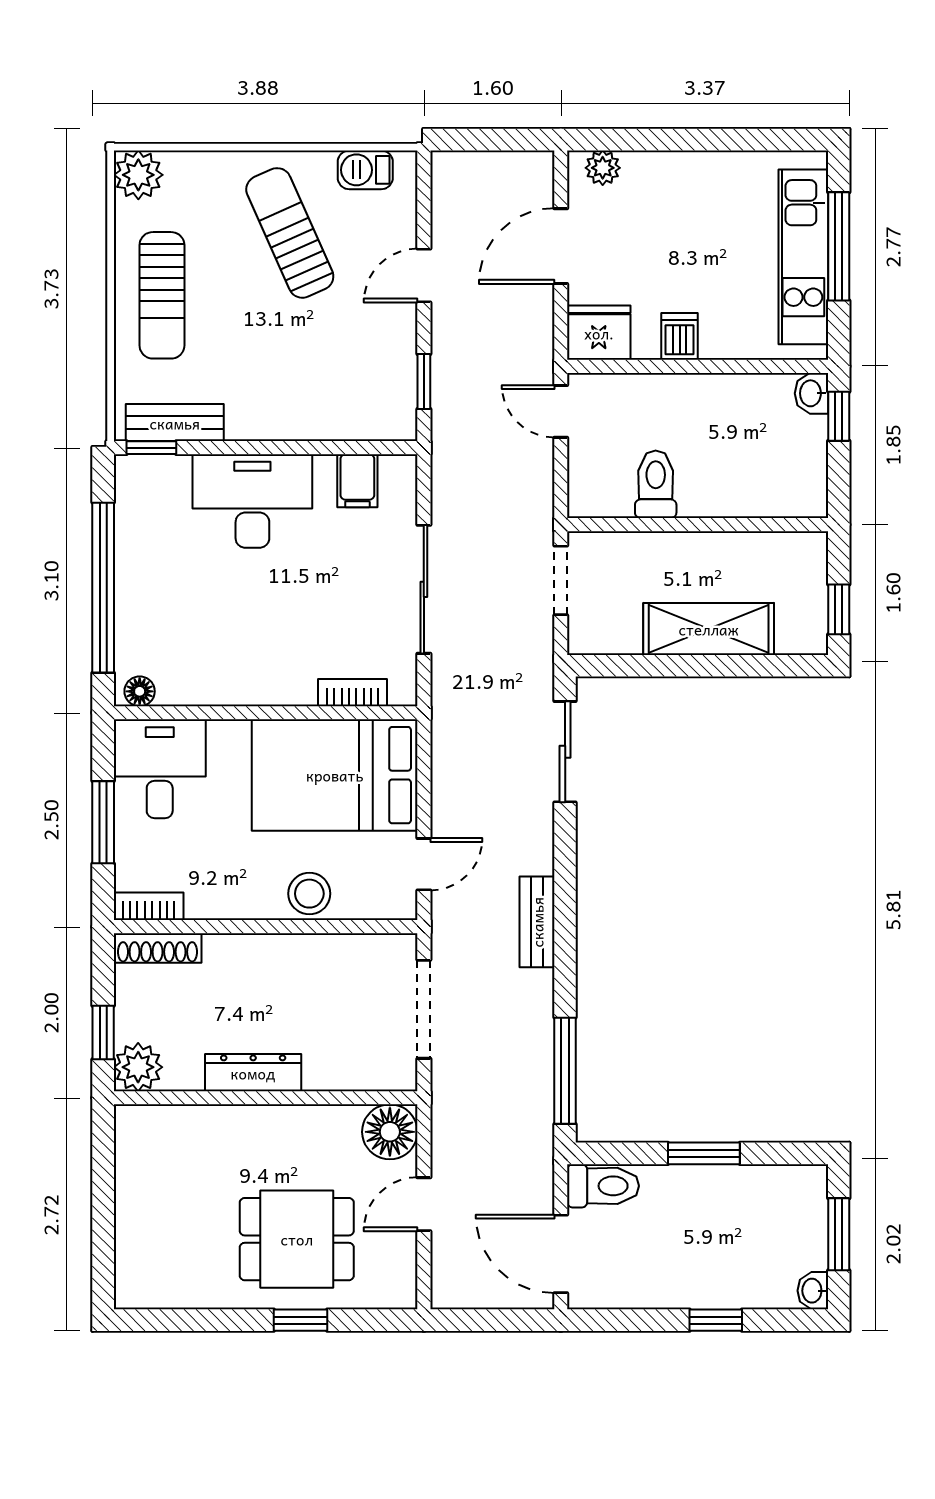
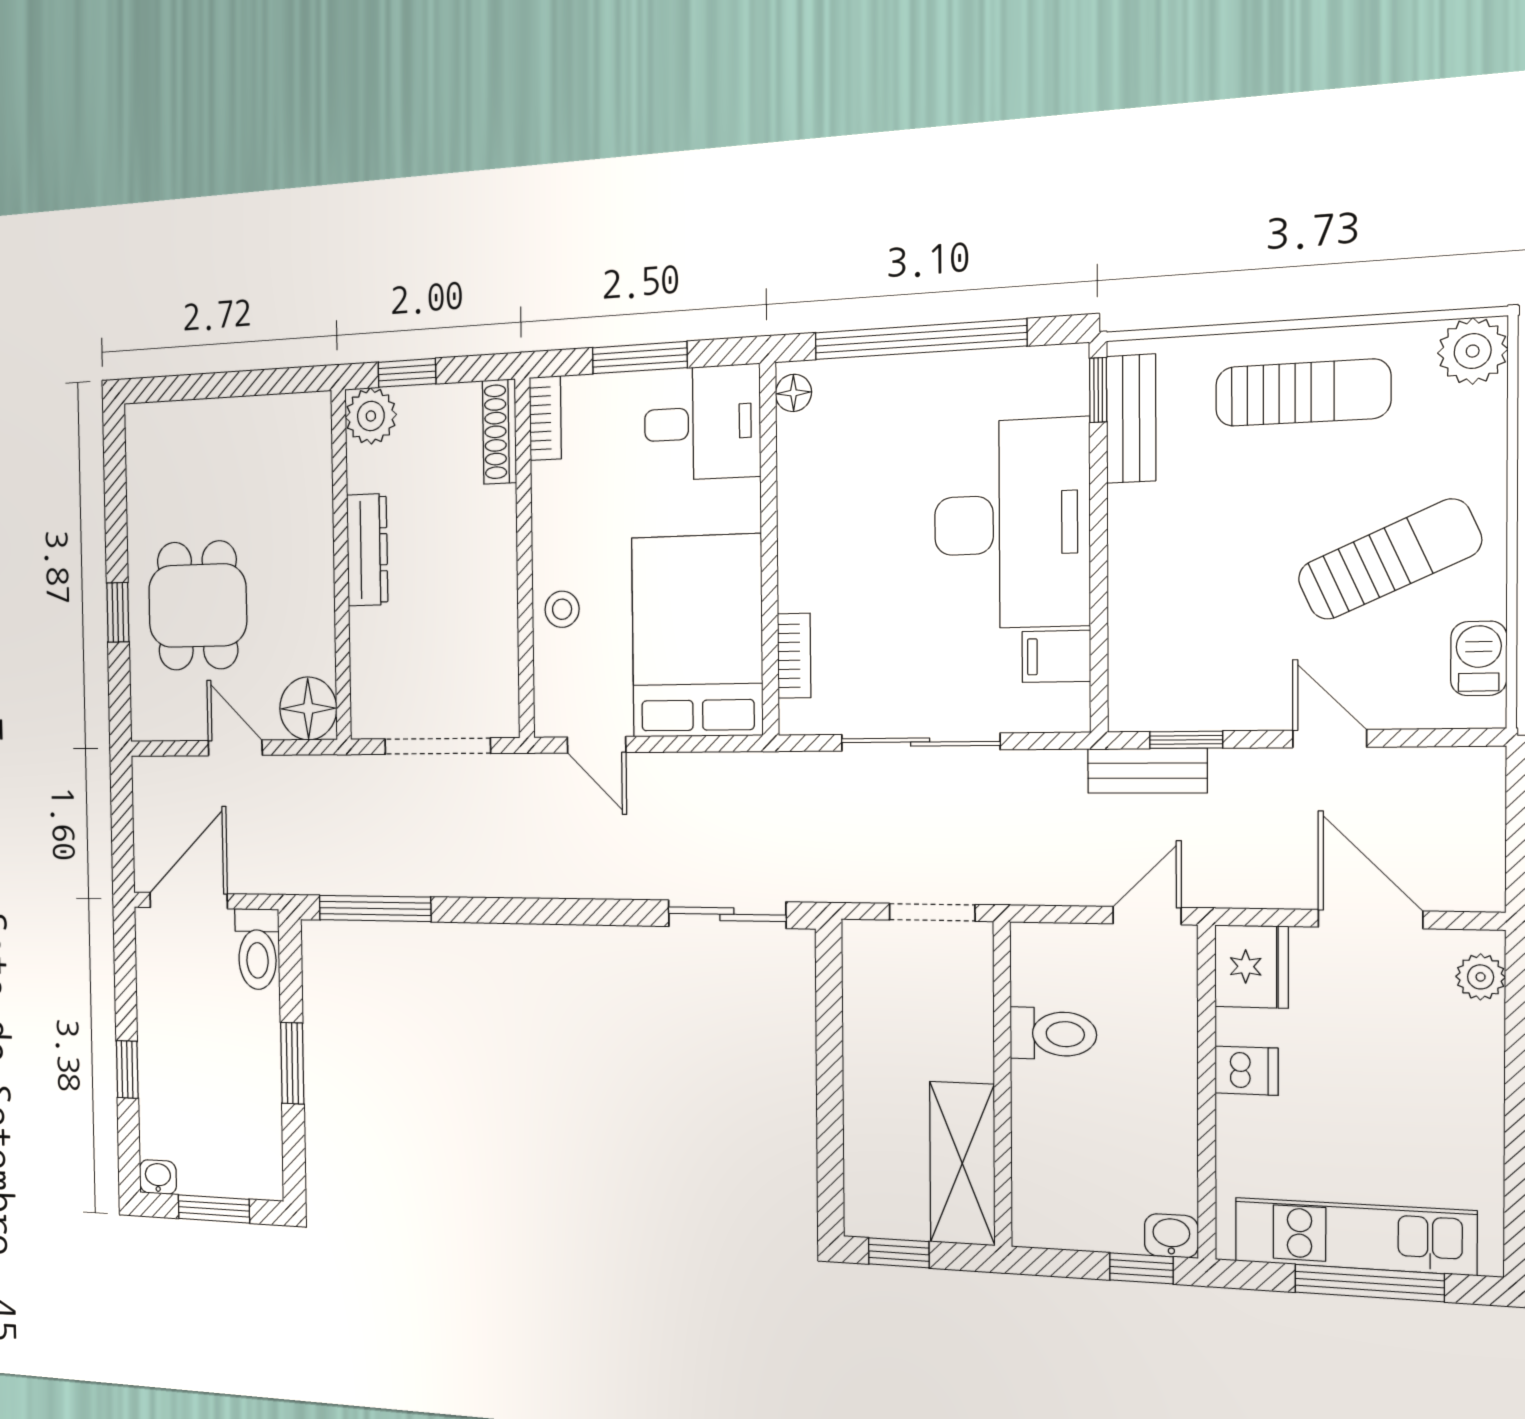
sun lounger: (162, 295) -> (1303, 393), turned 180
desk: (252, 501) -> (1012, 524), width x1.36, depth x1.30
shelving: (709, 629) -> (962, 1163), moved
stool: (309, 894) -> (562, 609), width x0.73, depth x0.73
bench: (537, 922) -> (1147, 771), moved

